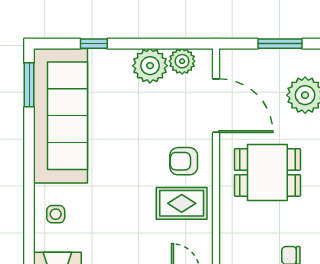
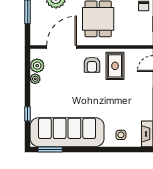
plant: (150, 66) -> (35, 79), width x0.53, depth x0.53

